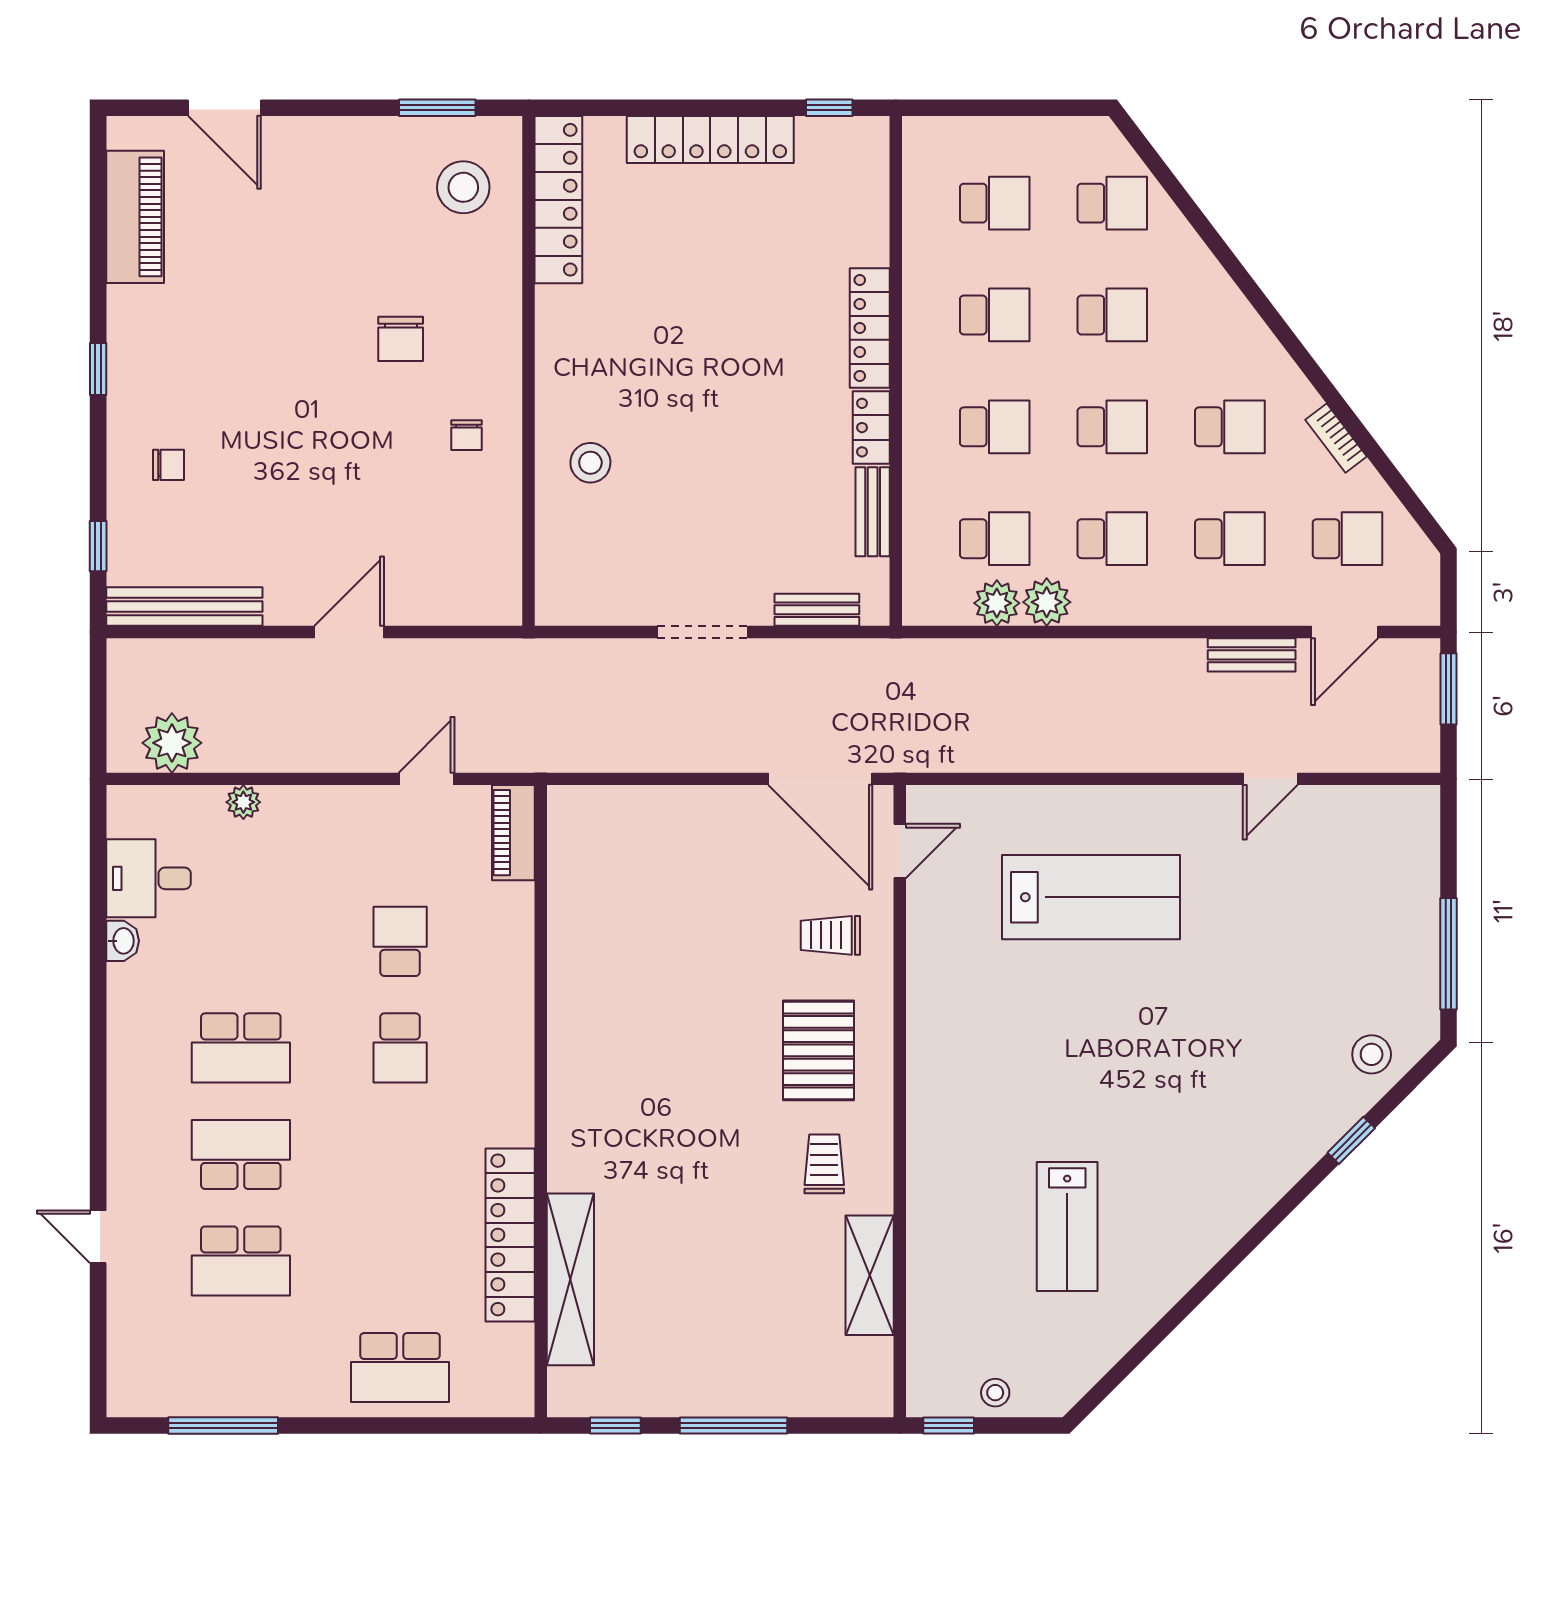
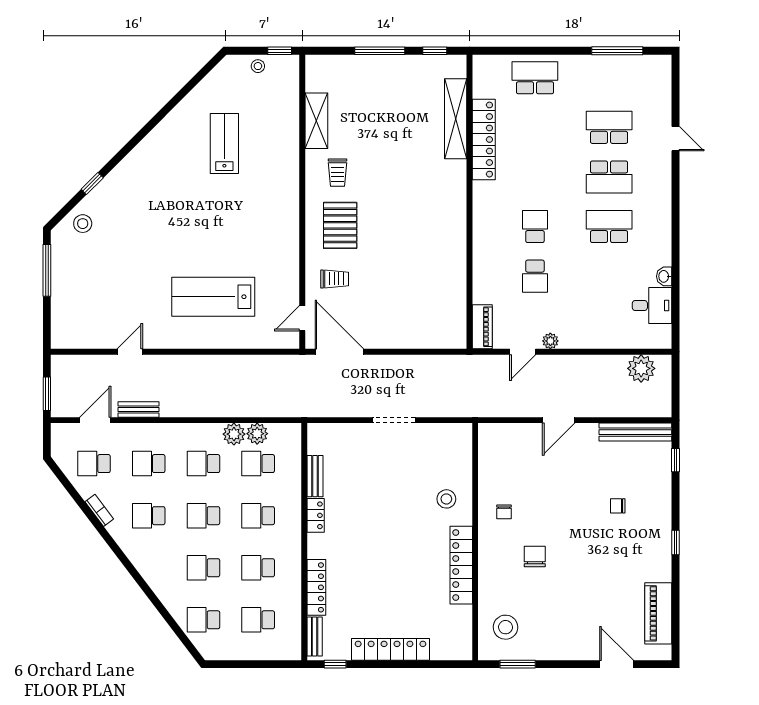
locker: (558, 200) -> (461, 565), moved
locker: (870, 328) -> (316, 587), moved
chair: (466, 435) -> (504, 512), turned 180
chair: (169, 465) -> (618, 506), moved
bench: (817, 610) -> (315, 636), moved, turned 90
plant: (243, 802) -> (550, 341), moved

